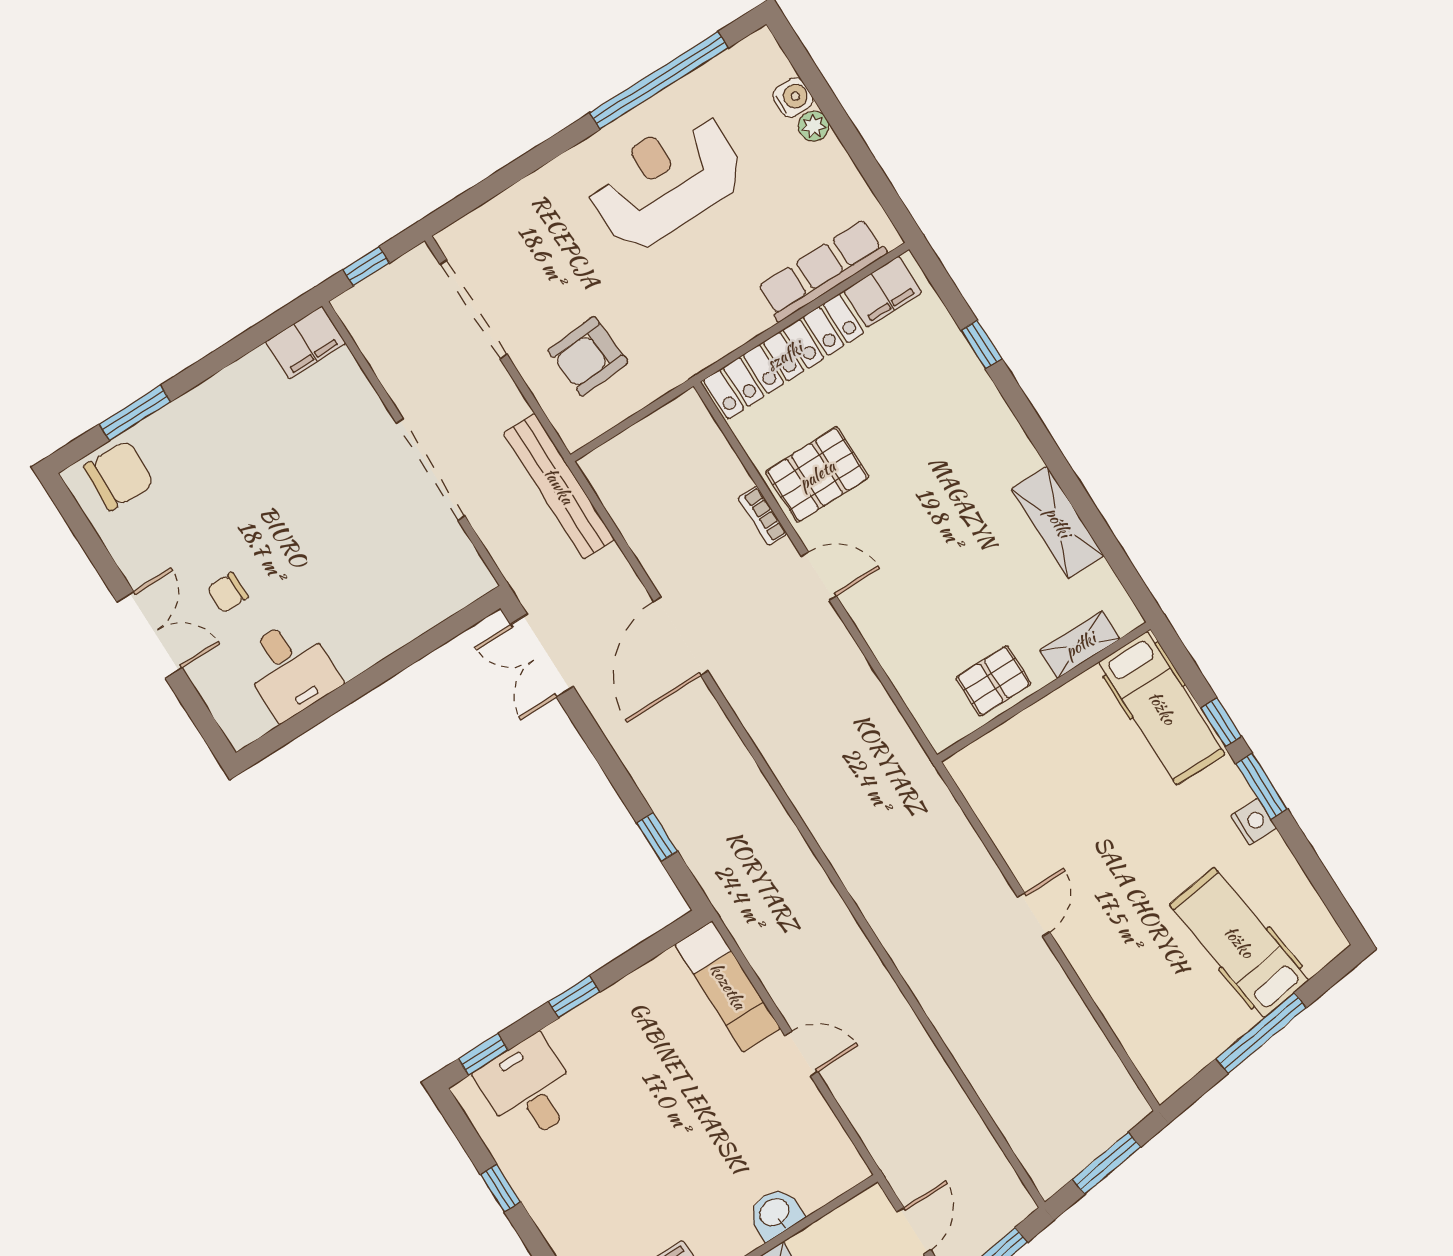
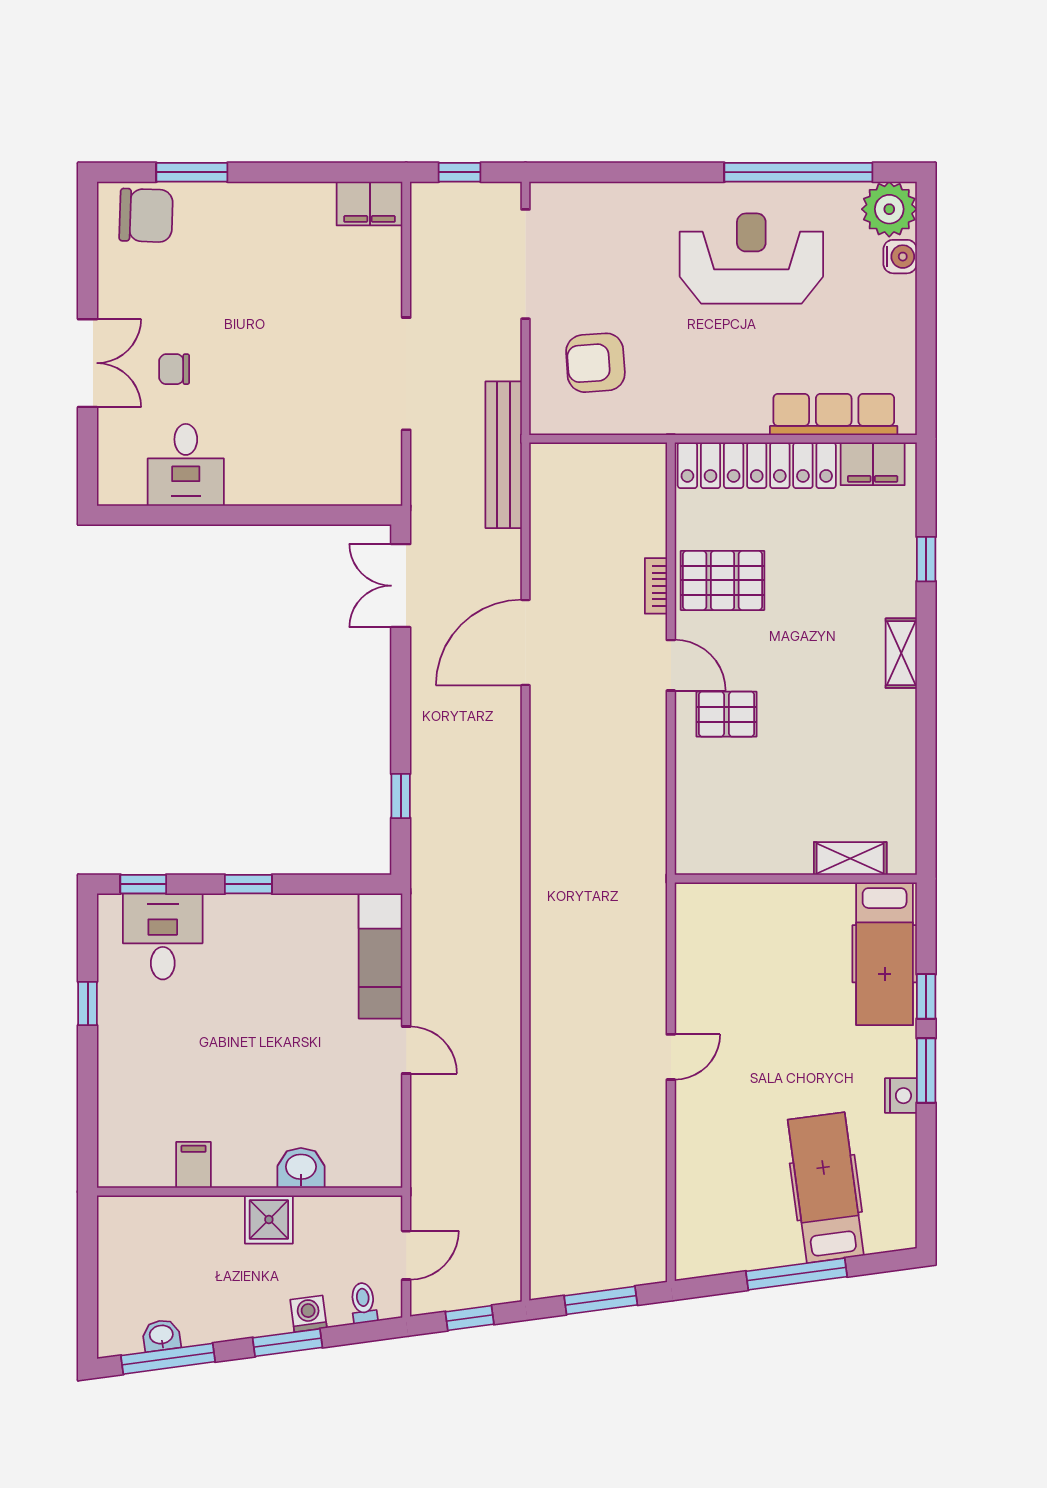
plant: (814, 126) -> (889, 209), moved, width x1.88, depth x1.88
shelving: (1058, 522) -> (901, 653), moved, width x0.67, depth x0.75
pallet: (994, 681) -> (727, 714), moved

